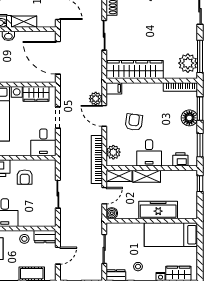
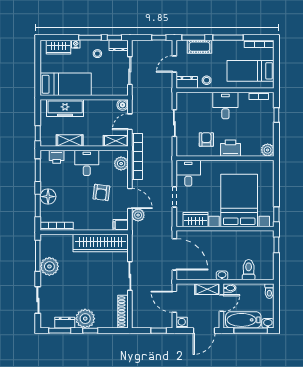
plant: (188, 63) -> (49, 266), moved
shelving: (147, 176) -> (70, 140), moved
freezer: (158, 210) -> (65, 108), moved

